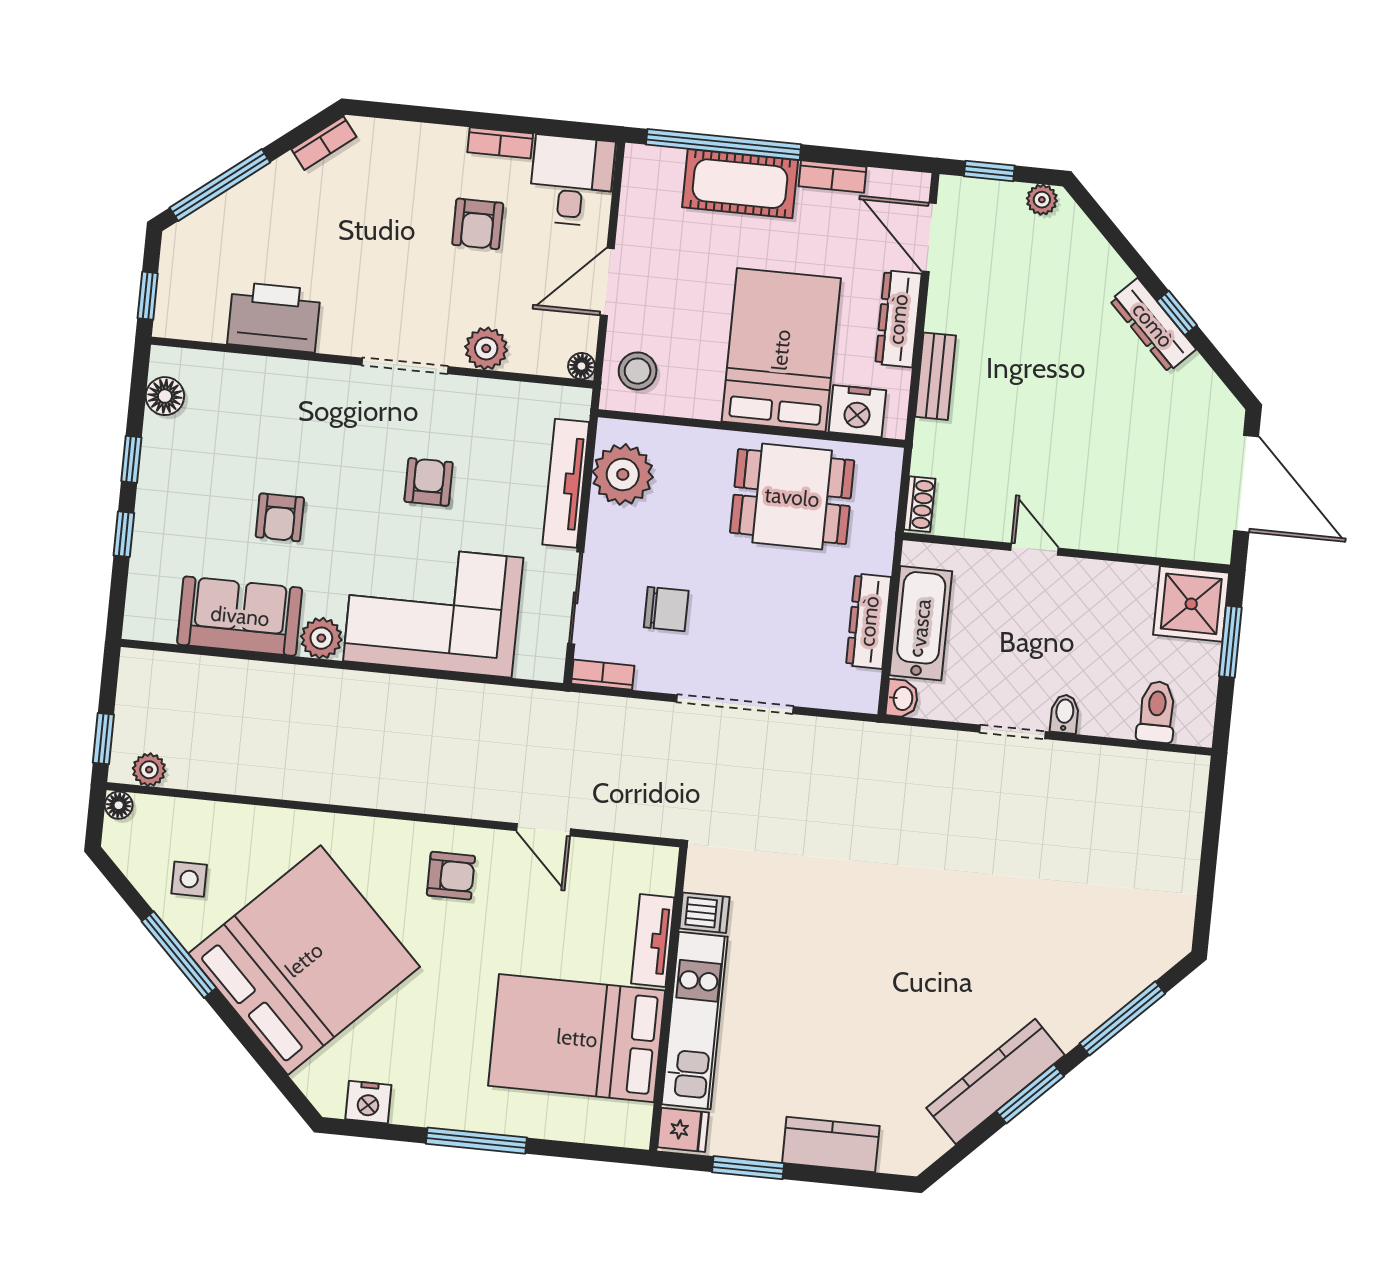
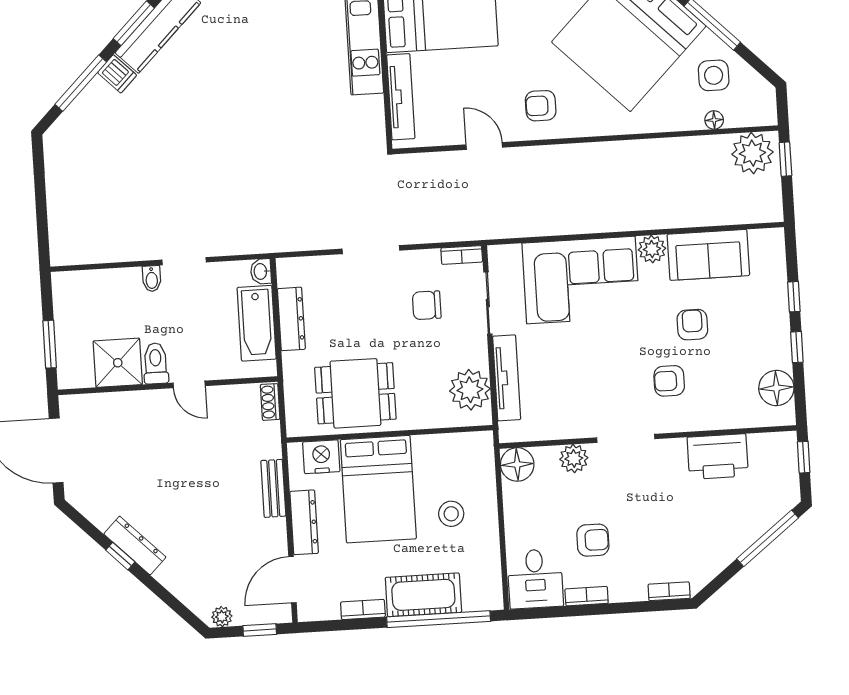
bookcase: (324, 143) -> (669, 591), moved, turned 38
armchair: (478, 224) -> (593, 540), turned 90
door: (929, 237) -> (292, 580), swing flipped
door: (607, 282) -> (501, 516), removed
floor lamp: (581, 366) -> (517, 464), width x1.89, depth x1.89
stool: (638, 371) -> (451, 514), moved
floor lamp: (165, 396) -> (776, 388), width x1.38, depth x1.38
armchair: (429, 482) -> (669, 381), moved, turned 90
shower: (1191, 604) -> (118, 363), moved
doorway: (735, 704) -> (371, 250), width x0.73
toilet: (1157, 712) -> (156, 363), moved, turned 180
plant: (149, 770) -> (752, 153), width x1.88, depth x1.88
floor lamp: (119, 805) -> (714, 120), moved
side table: (189, 879) -> (714, 75), width x1.37, depth x1.37
dishwasher: (704, 913) -> (117, 74), moved, turned -135
tv unit: (653, 941) -> (401, 97), width x1.41

